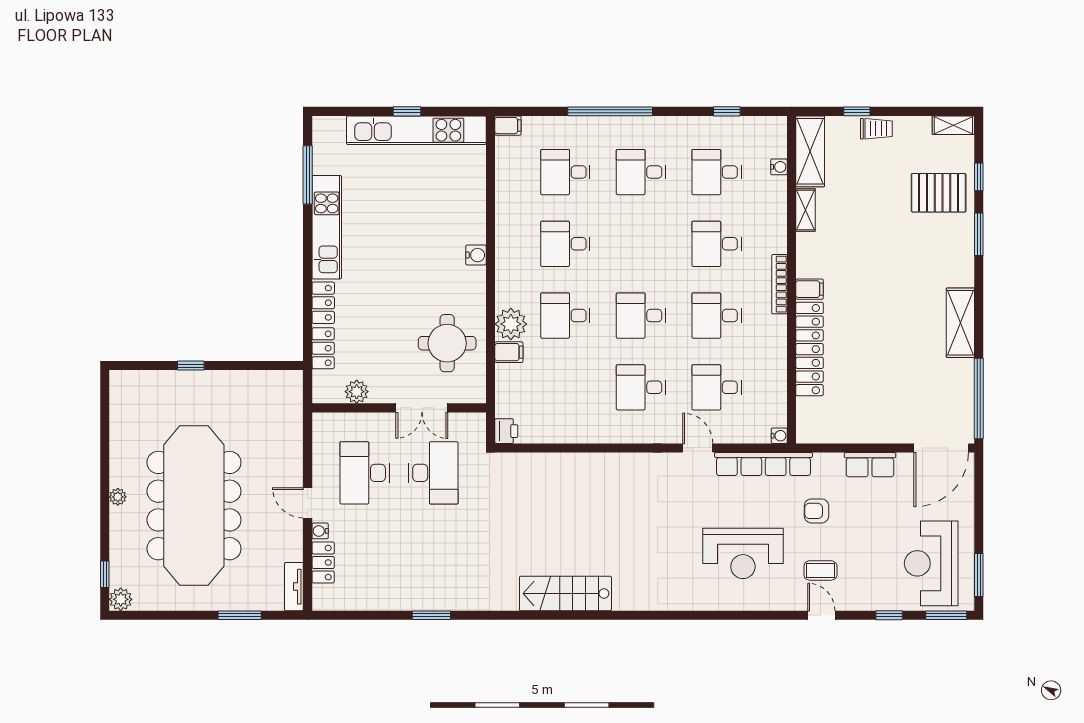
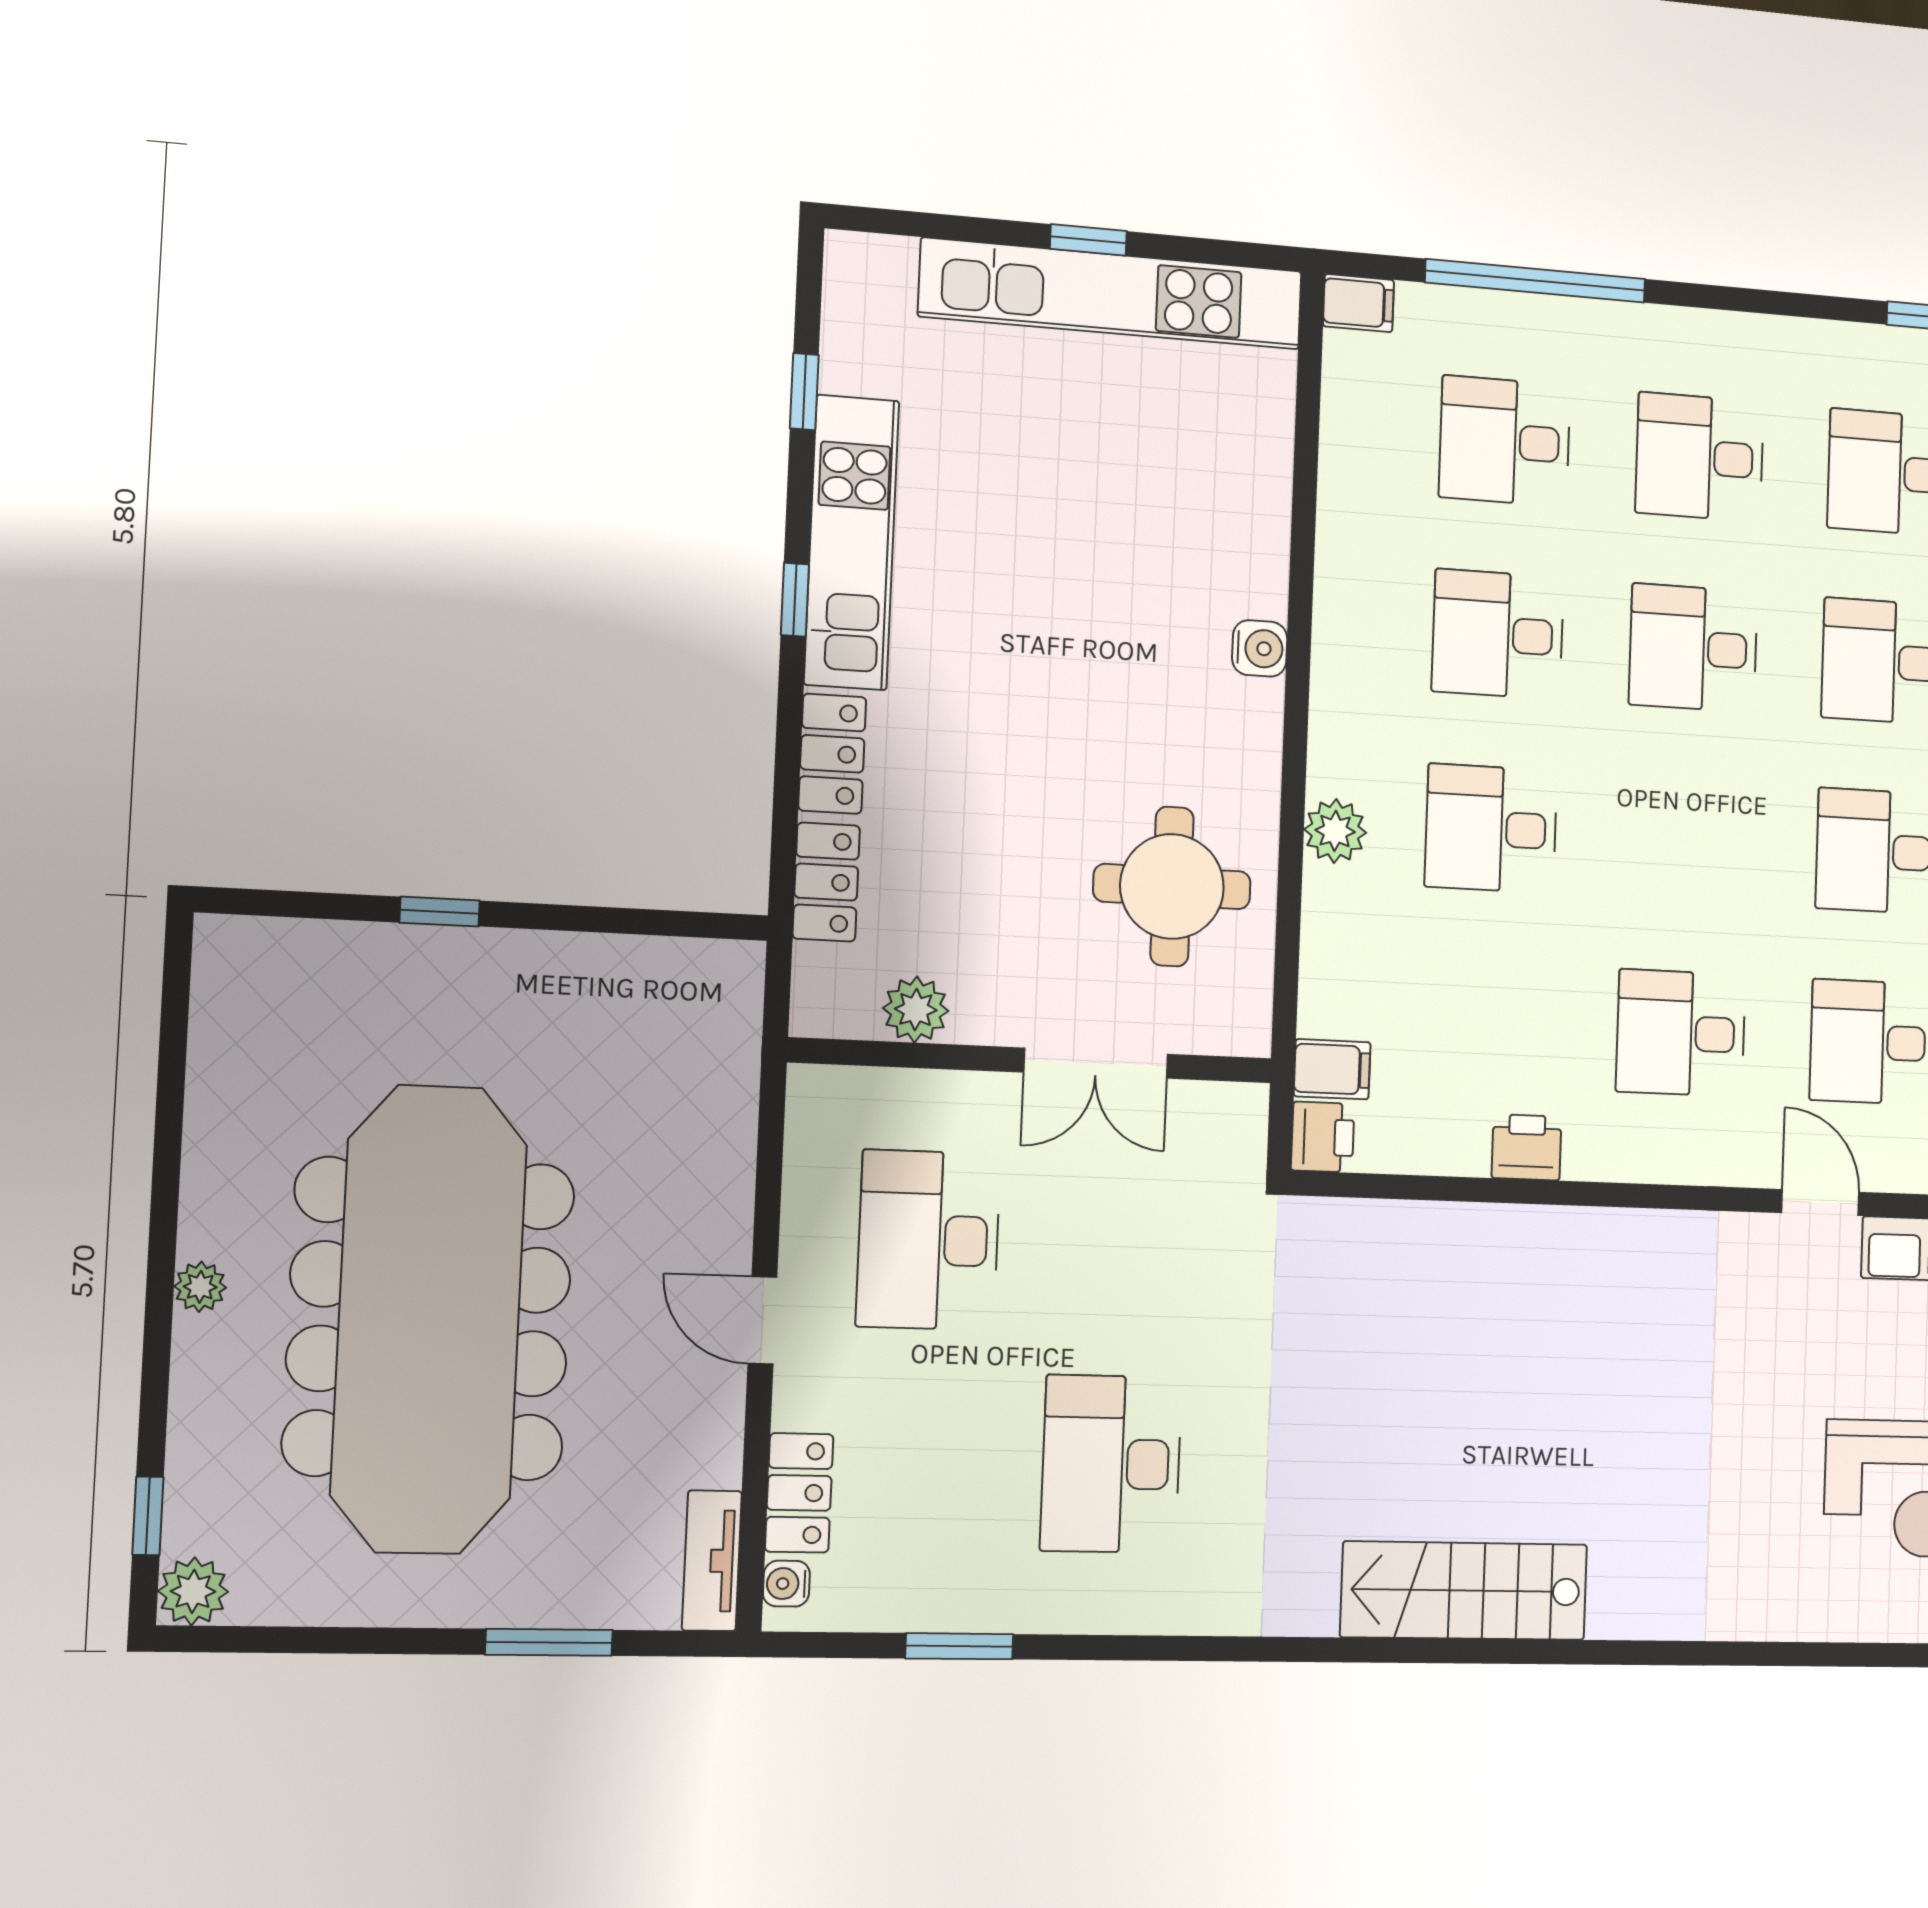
window: (610, 111) -> (1536, 281), moved
window: (308, 175) -> (804, 392), width x0.46
window: (308, 249) -> (795, 600), added
desk: (641, 316) -> (1693, 648), moved
plant: (511, 324) -> (1335, 831), width x0.73, depth x0.73
filing cabinet: (509, 352) -> (1332, 1069), moved
printer: (583, 432) -> (1527, 1147), added
desk: (433, 473) -> (1111, 1464), moved, turned 180
water cooler: (320, 531) -> (786, 1584), moved
window: (431, 615) -> (959, 1646), moved

